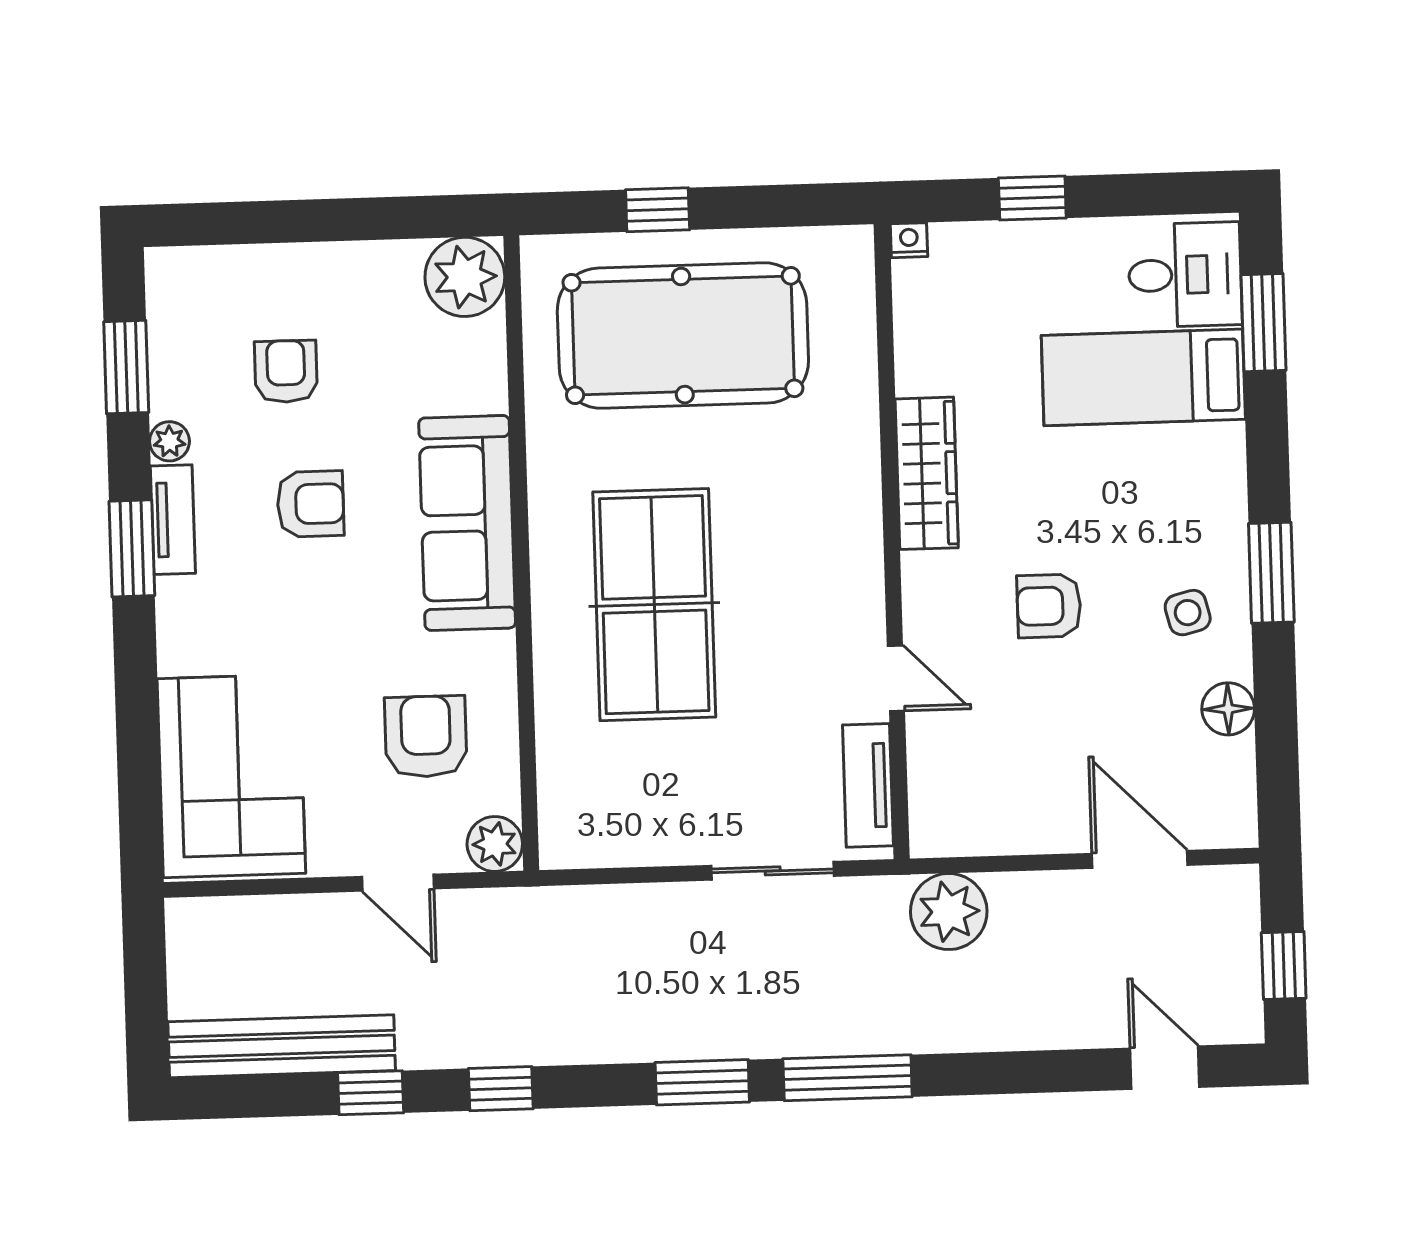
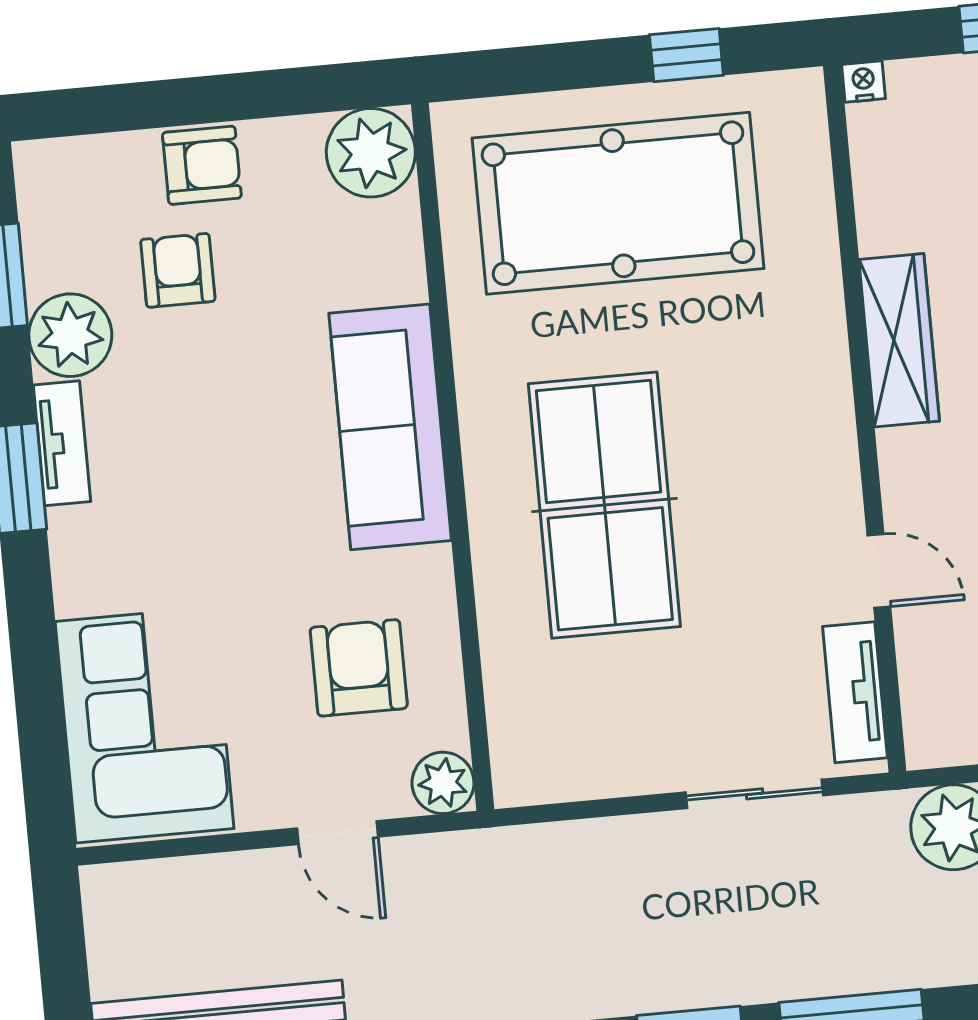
window: (658, 210) -> (686, 55), moved
plant: (169, 441) -> (70, 335), width x1.88, depth x1.88
armchair: (311, 504) -> (202, 165), moved

